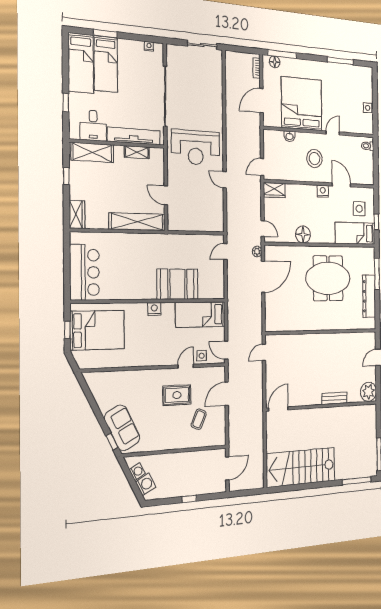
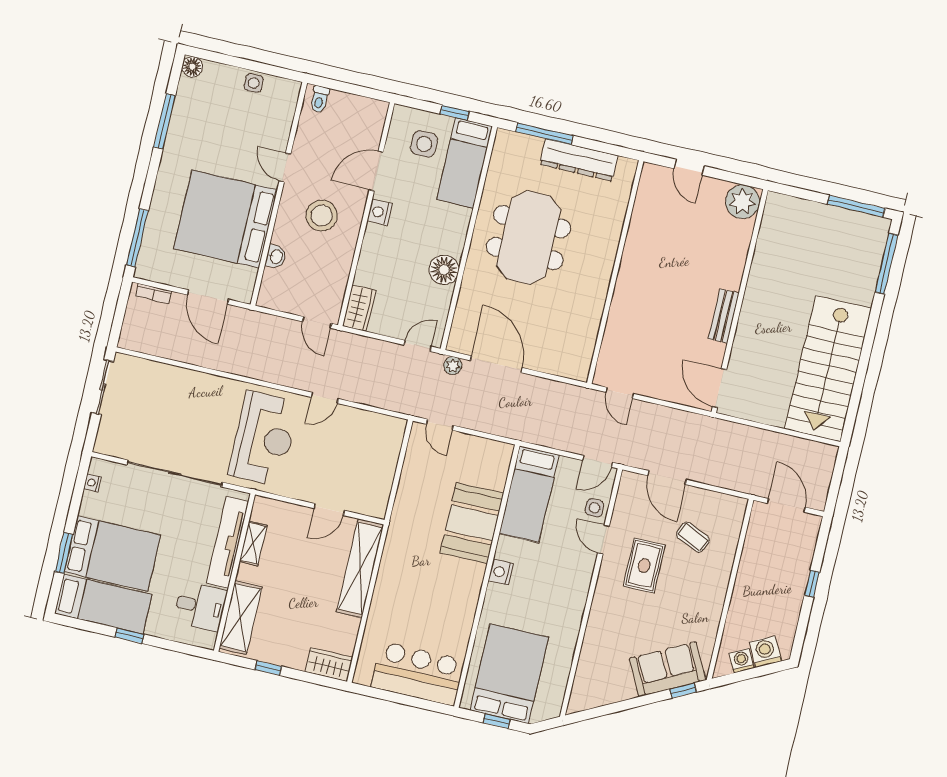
floor lamp: (275, 62) -> (192, 67), moved
bed: (106, 64) -> (112, 554), width x1.50
window: (66, 103) -> (129, 636), moved
bench: (334, 398) -> (724, 316), moved

